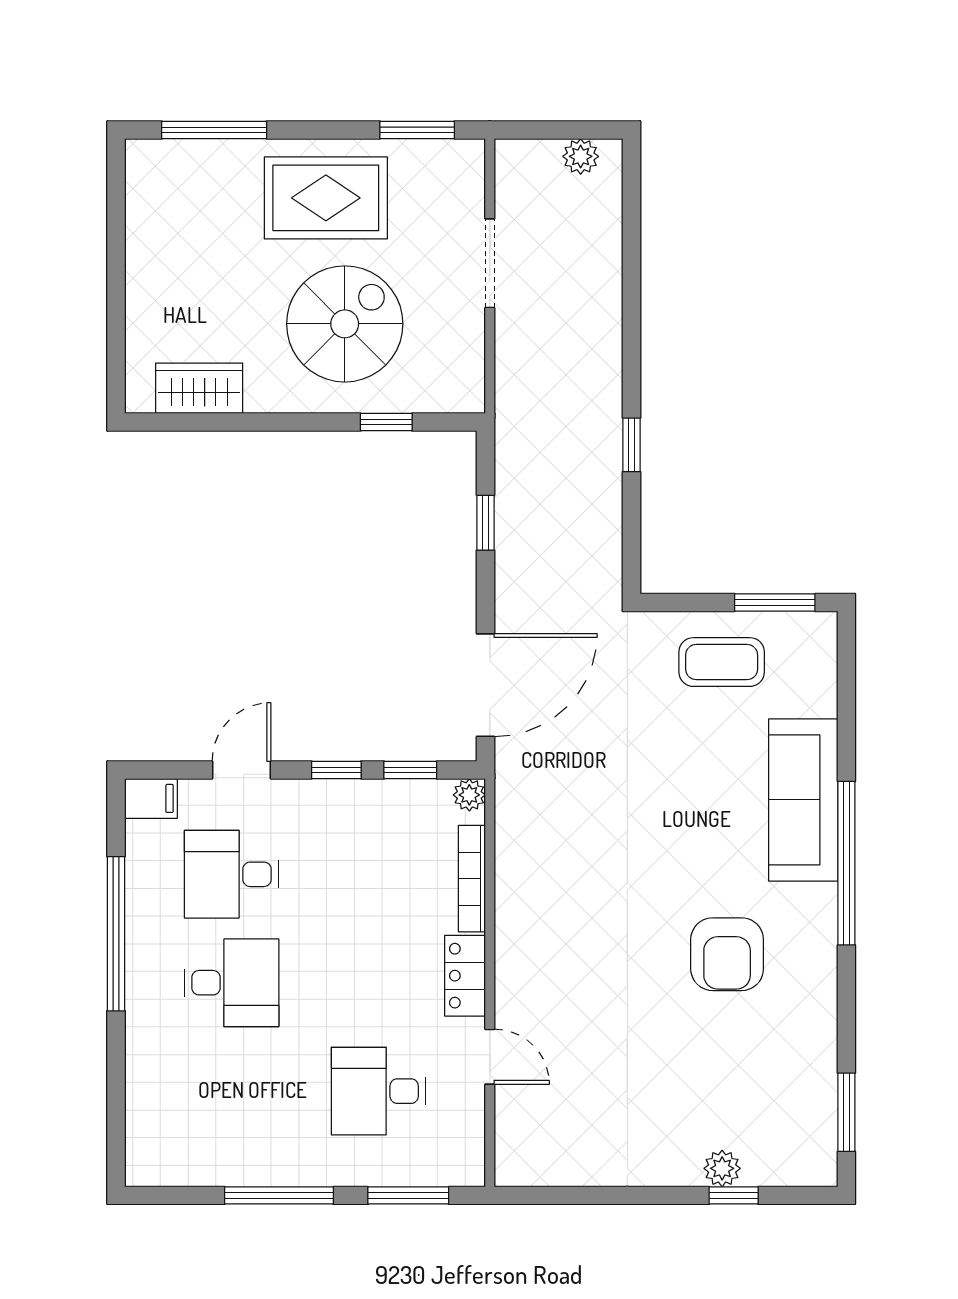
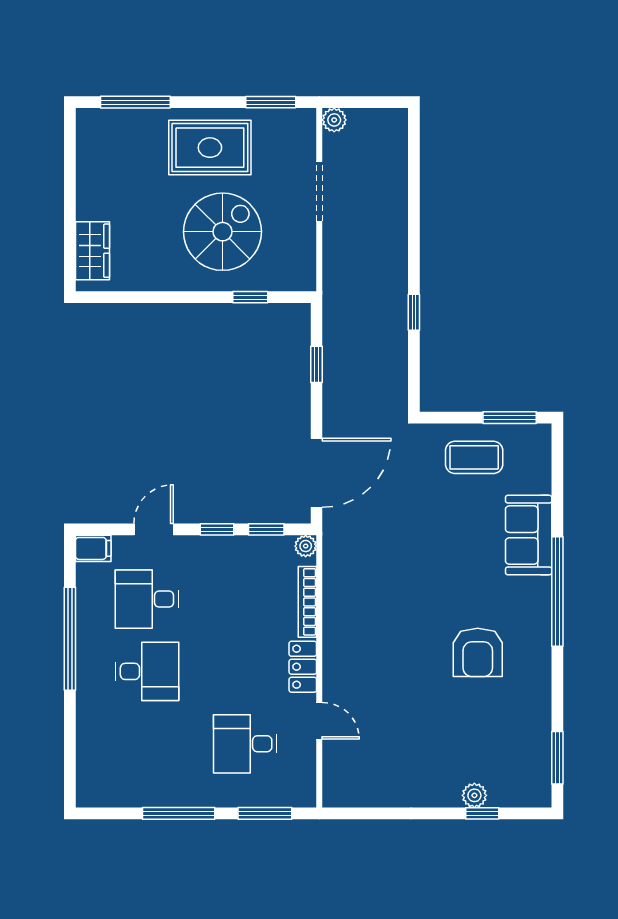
plant: (581, 156) -> (334, 120), moved
wardrobe: (199, 388) -> (92, 251), moved, turned 90
sofa: (803, 800) -> (529, 535), width x0.73

